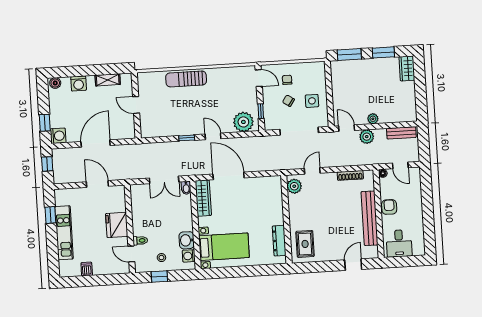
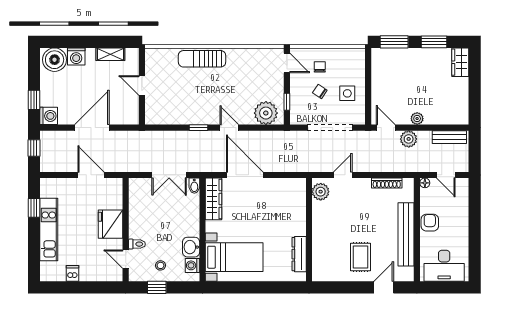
boiler: (55, 83) -> (55, 60), width x1.86, depth x1.86
desk: (399, 243) -> (444, 266), width x1.37
rug: (305, 244) -> (361, 257), moved

